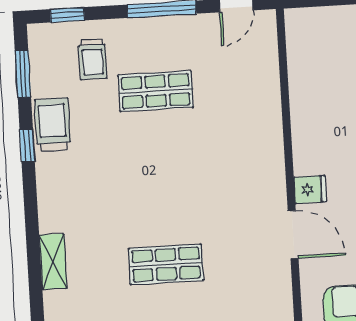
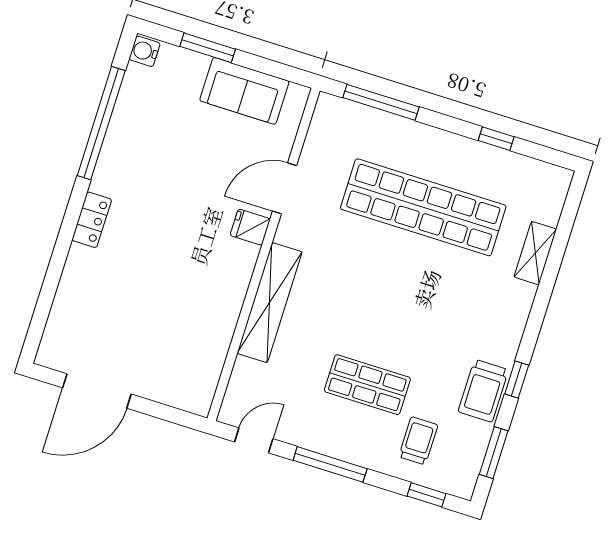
shelving: (268, 130) -> (270, 303), added
door: (293, 235) -> (284, 188), hinge flipped
shop shelf: (166, 264) -> (423, 207), width x2.00, depth x1.36

